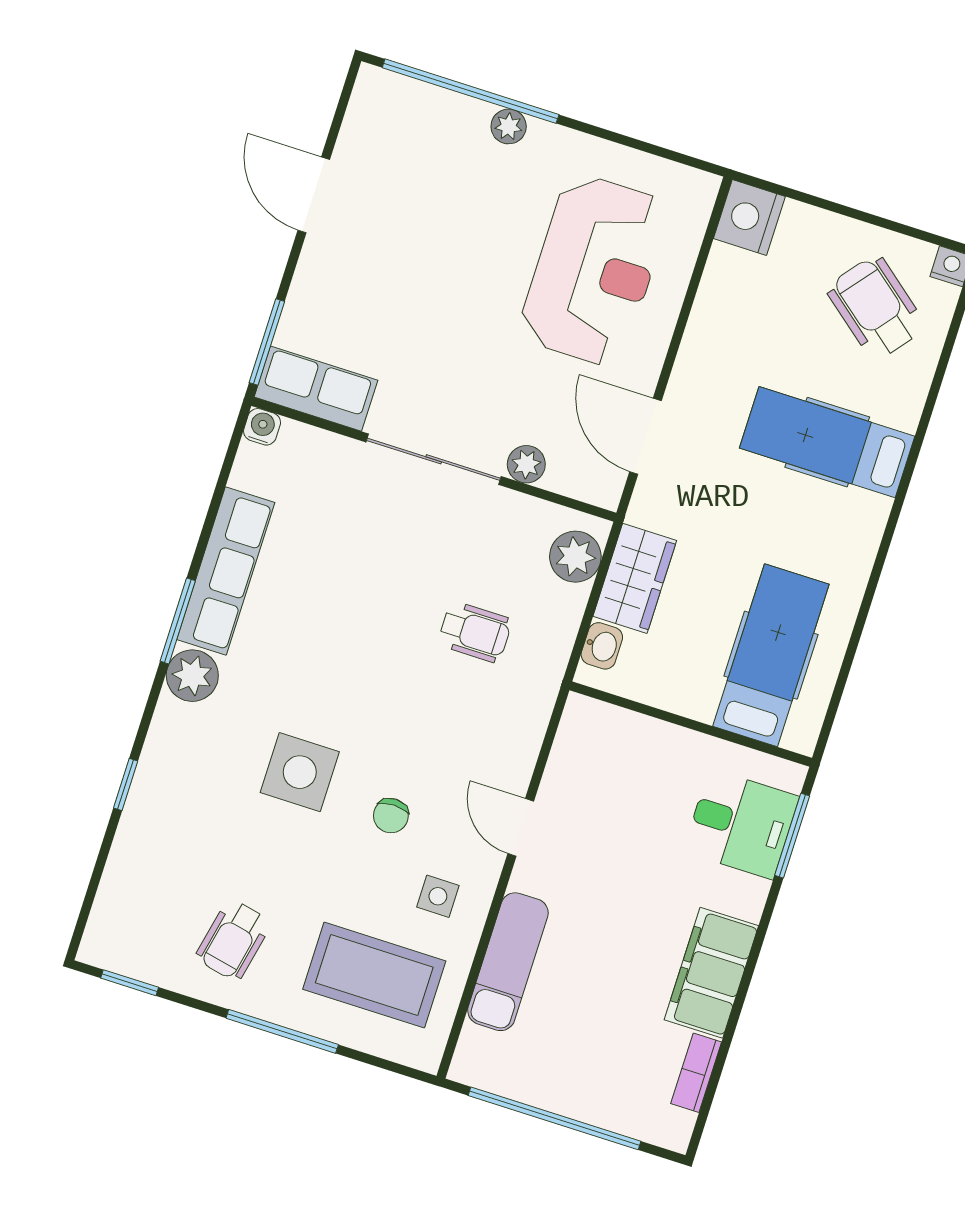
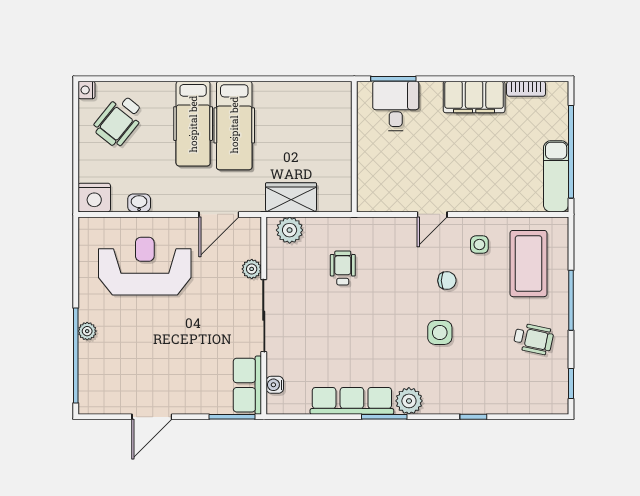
water cooler: (262, 427) -> (275, 385), moved
washbasin: (602, 646) -> (139, 203), moved
hospital bed: (771, 655) -> (234, 125), moved, turned -90
side table: (300, 772) -> (440, 333), width x0.73, depth x0.73
exam couch: (508, 962) -> (556, 176), moved, turned -90

